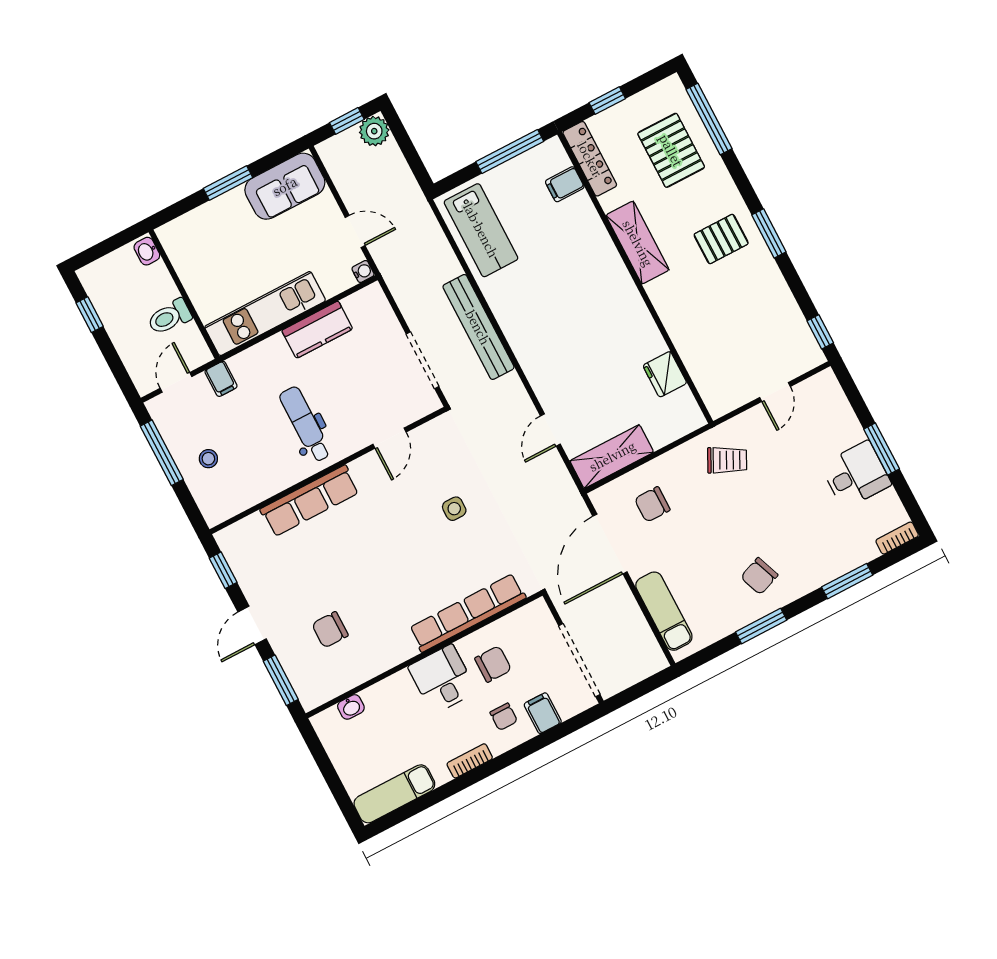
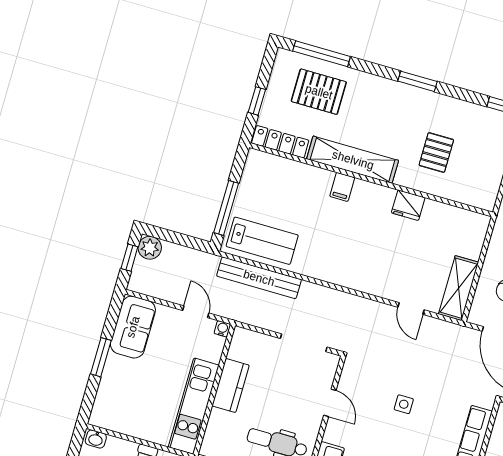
window: (510, 152) -> (226, 208), moved
filing cabinet: (565, 184) -> (342, 187), moved
door: (355, 231) -> (196, 312), hinge flipped
pallet: (721, 239) -> (436, 153), moved
shelving: (638, 243) -> (353, 160), width x1.47
bench: (478, 327) -> (259, 278), moved
fridge: (665, 374) -> (408, 205), moved

